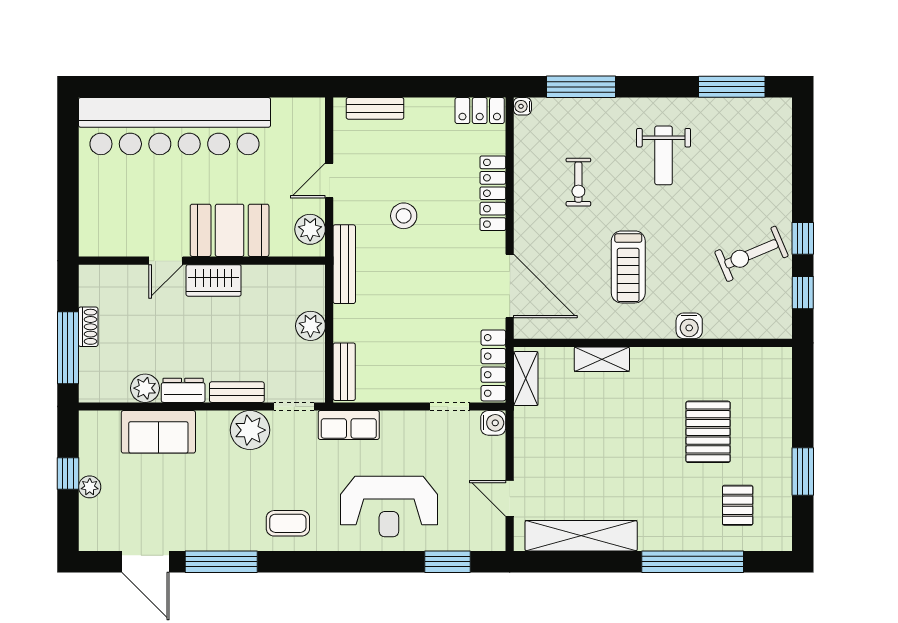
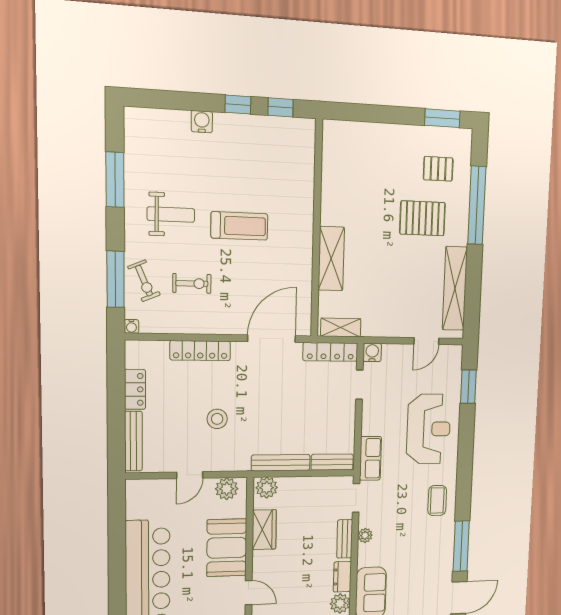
window: (732, 87) -> (115, 180), moved
bench: (375, 108) -> (133, 441), width x1.36
locker: (480, 111) -> (135, 389), moved
door: (329, 181) -> (190, 475), hinge flipped
exercise bike: (751, 254) -> (144, 281), moved, width x0.73, depth x0.72
bench: (344, 264) -> (281, 463), moved
treadmill: (628, 267) -> (239, 226), moved
wardrobe: (214, 280) -> (264, 530), moved
plant: (310, 326) -> (267, 488), moved
water cooler: (689, 326) -> (202, 122), moved, turned -90
shelving: (602, 359) -> (331, 259), width x1.50, depth x1.33
plant: (250, 430) -> (365, 535), width x0.53, depth x0.53
pallet: (708, 432) -> (423, 218), moved
window: (803, 471) -> (442, 118), moved

